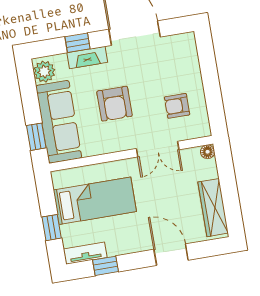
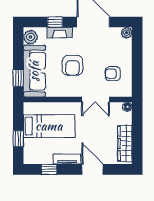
plant: (187, 41) -> (127, 33), added
tv unit: (85, 253) -> (67, 159), moved

